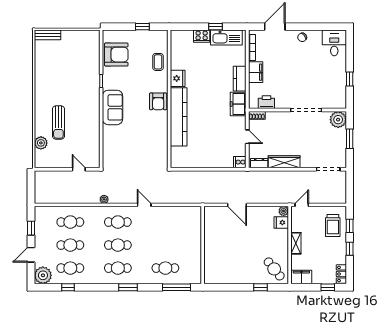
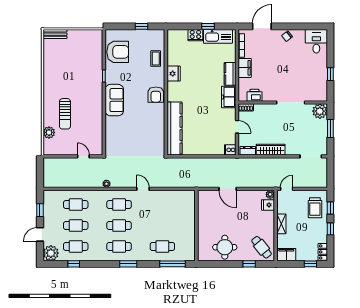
kitchen counter: (179, 117) -> (175, 128), moved
round table: (234, 269) -> (225, 247), added

